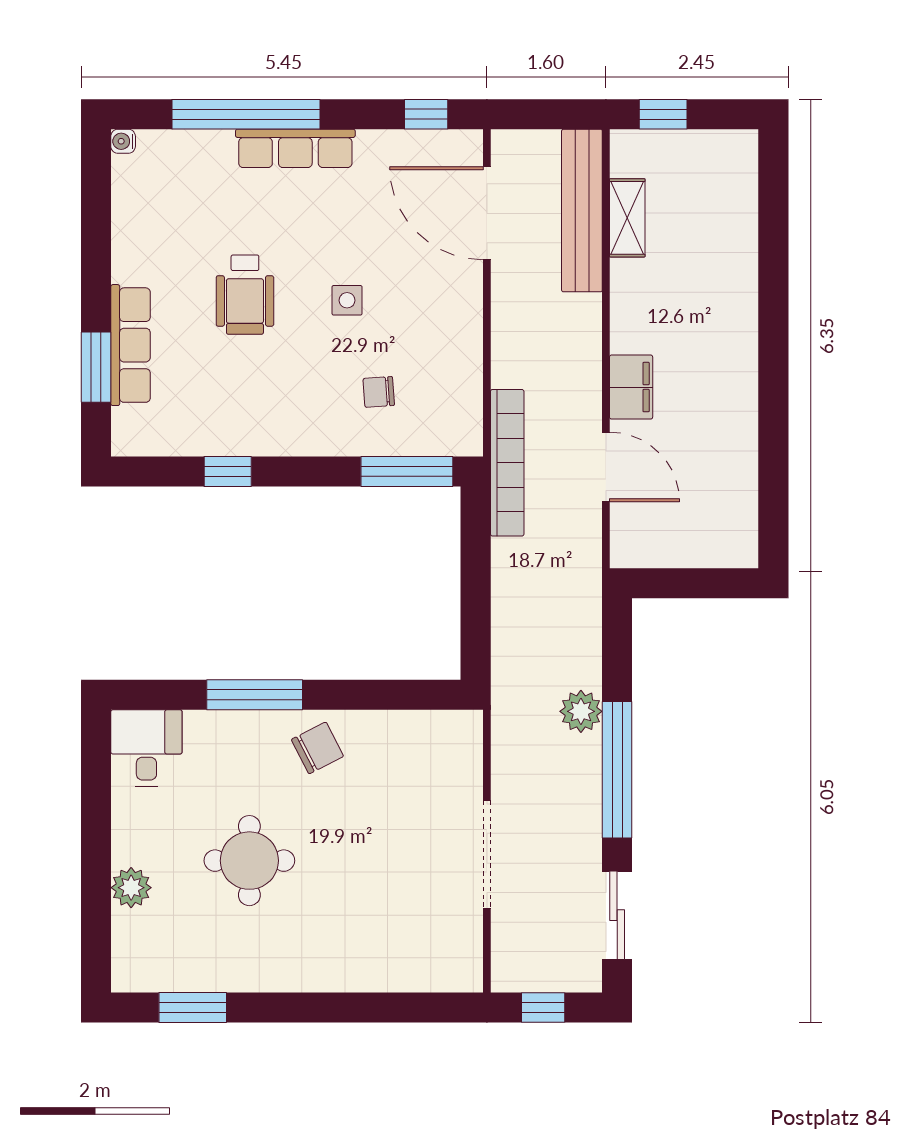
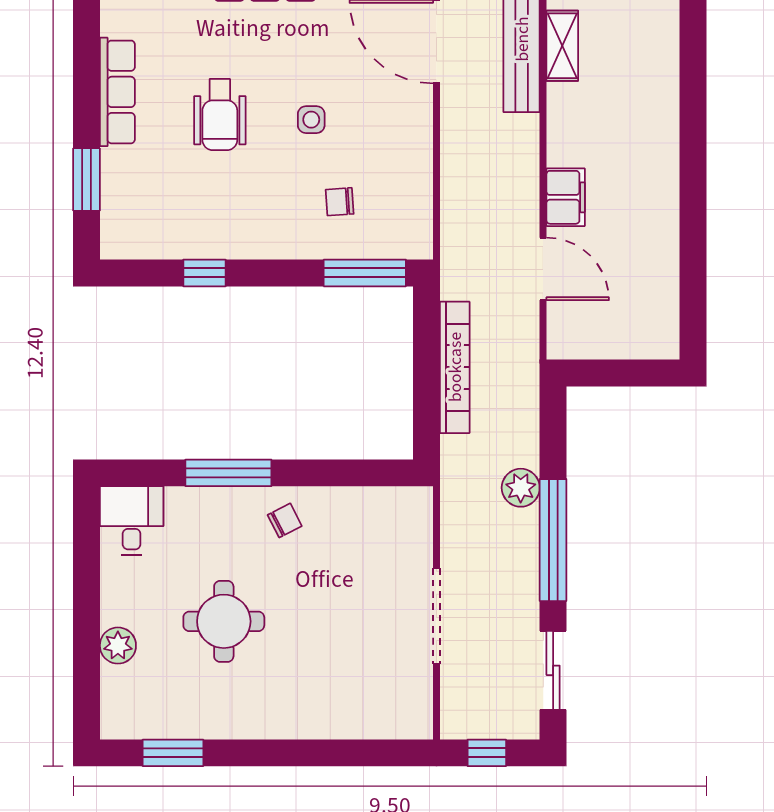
row of seats: (131, 345) -> (117, 92), moved
bookcase: (507, 463) -> (455, 367), moved
chair: (317, 748) -> (285, 520), width x0.73, depth x0.73

